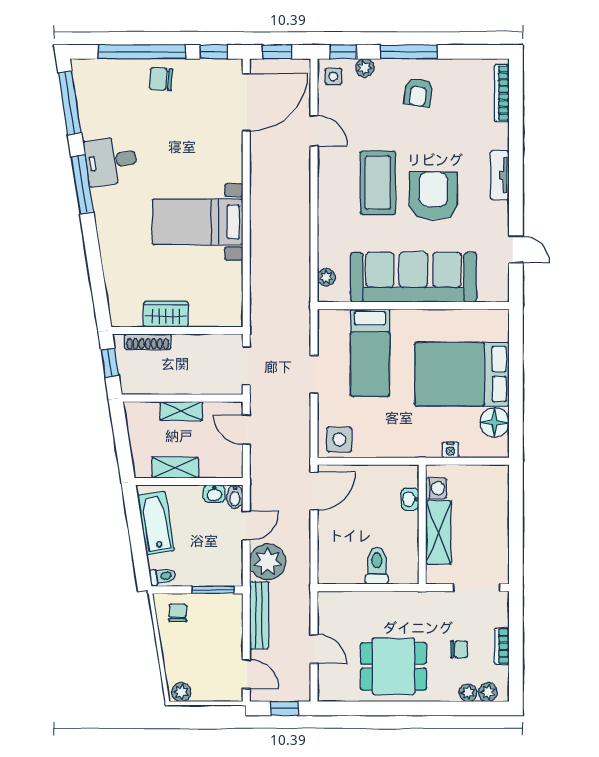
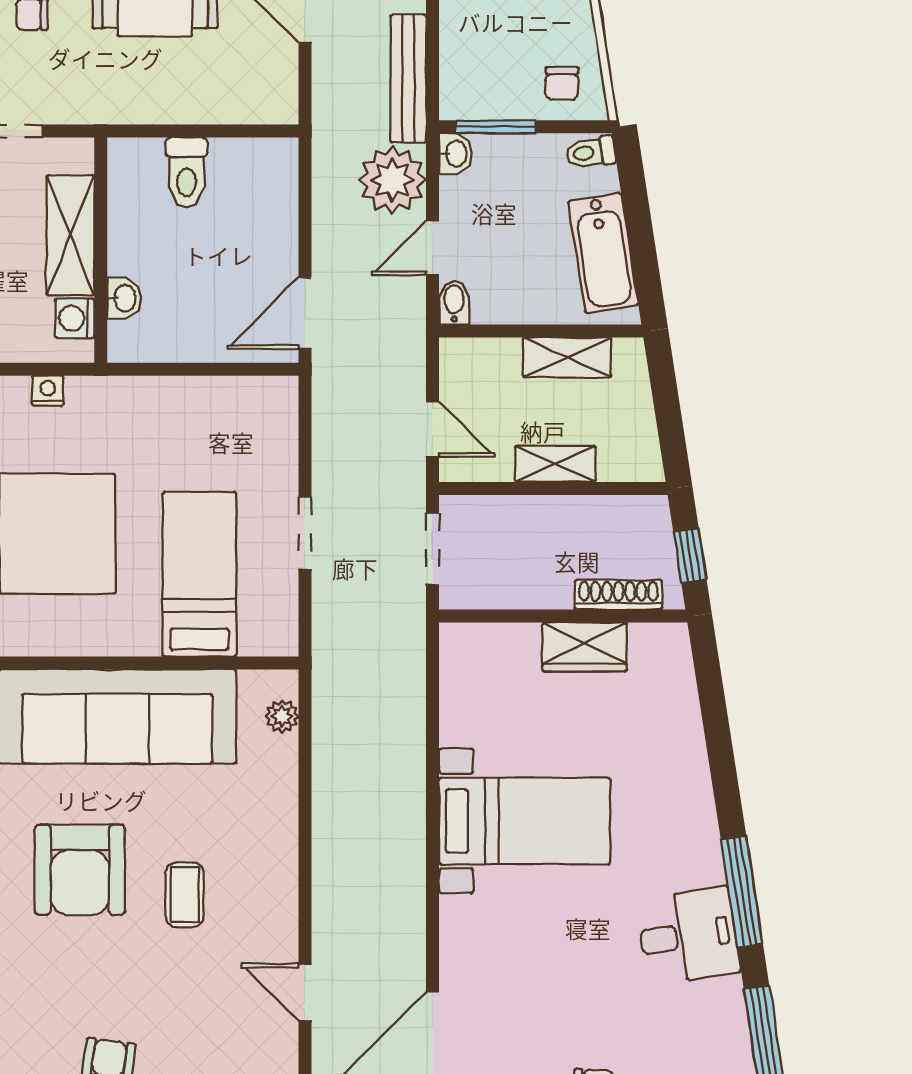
coffee table: (378, 183) -> (185, 895), width x0.54, depth x0.58
side table: (339, 439) -> (257, 411), removed
washbasin: (214, 494) -> (455, 154), moved, turned 90

